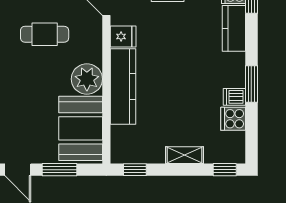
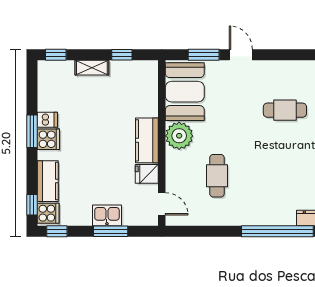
cafe table: (45, 34) -> (217, 176), turned 90
kitchen counter: (123, 87) -> (147, 140), width x0.67
cooker: (233, 119) -> (48, 139), moved
window: (135, 170) -> (122, 55), moved

